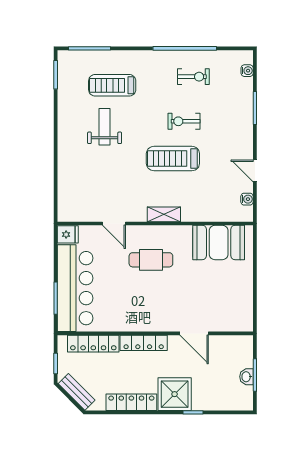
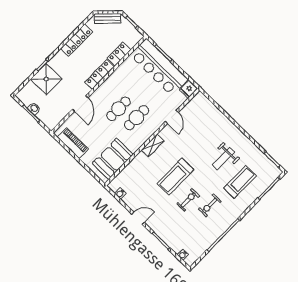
exercise bike: (193, 77) -> (210, 205), moved
weight bench: (105, 127) -> (223, 158), turned 90
treadmill: (173, 159) -> (175, 177), turned 180
door: (255, 171) -> (138, 218), moved
door: (114, 223) -> (172, 117), swing flipped
cafe table: (160, 288) -> (118, 109), added
piano: (243, 301) -> (73, 143), added
door: (194, 333) -> (80, 104), swing flipped
locker: (93, 344) -> (119, 54), width x0.66
shower: (175, 394) -> (46, 79), moved

